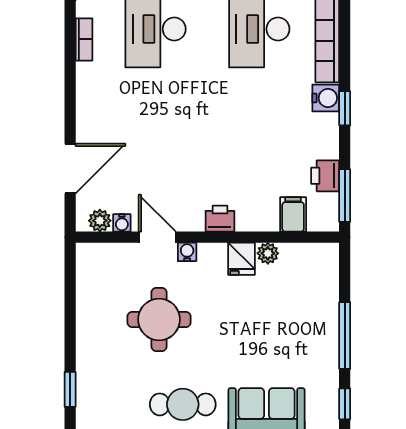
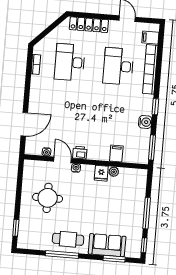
water cooler: (326, 98) -> (145, 122), moved
printer: (325, 176) -> (144, 138), removed
filing cabinet: (293, 214) -> (116, 154), moved
printer: (220, 219) -> (80, 153), moved
plant: (100, 221) -> (36, 150), removed
round table: (159, 319) -> (48, 198), moved

